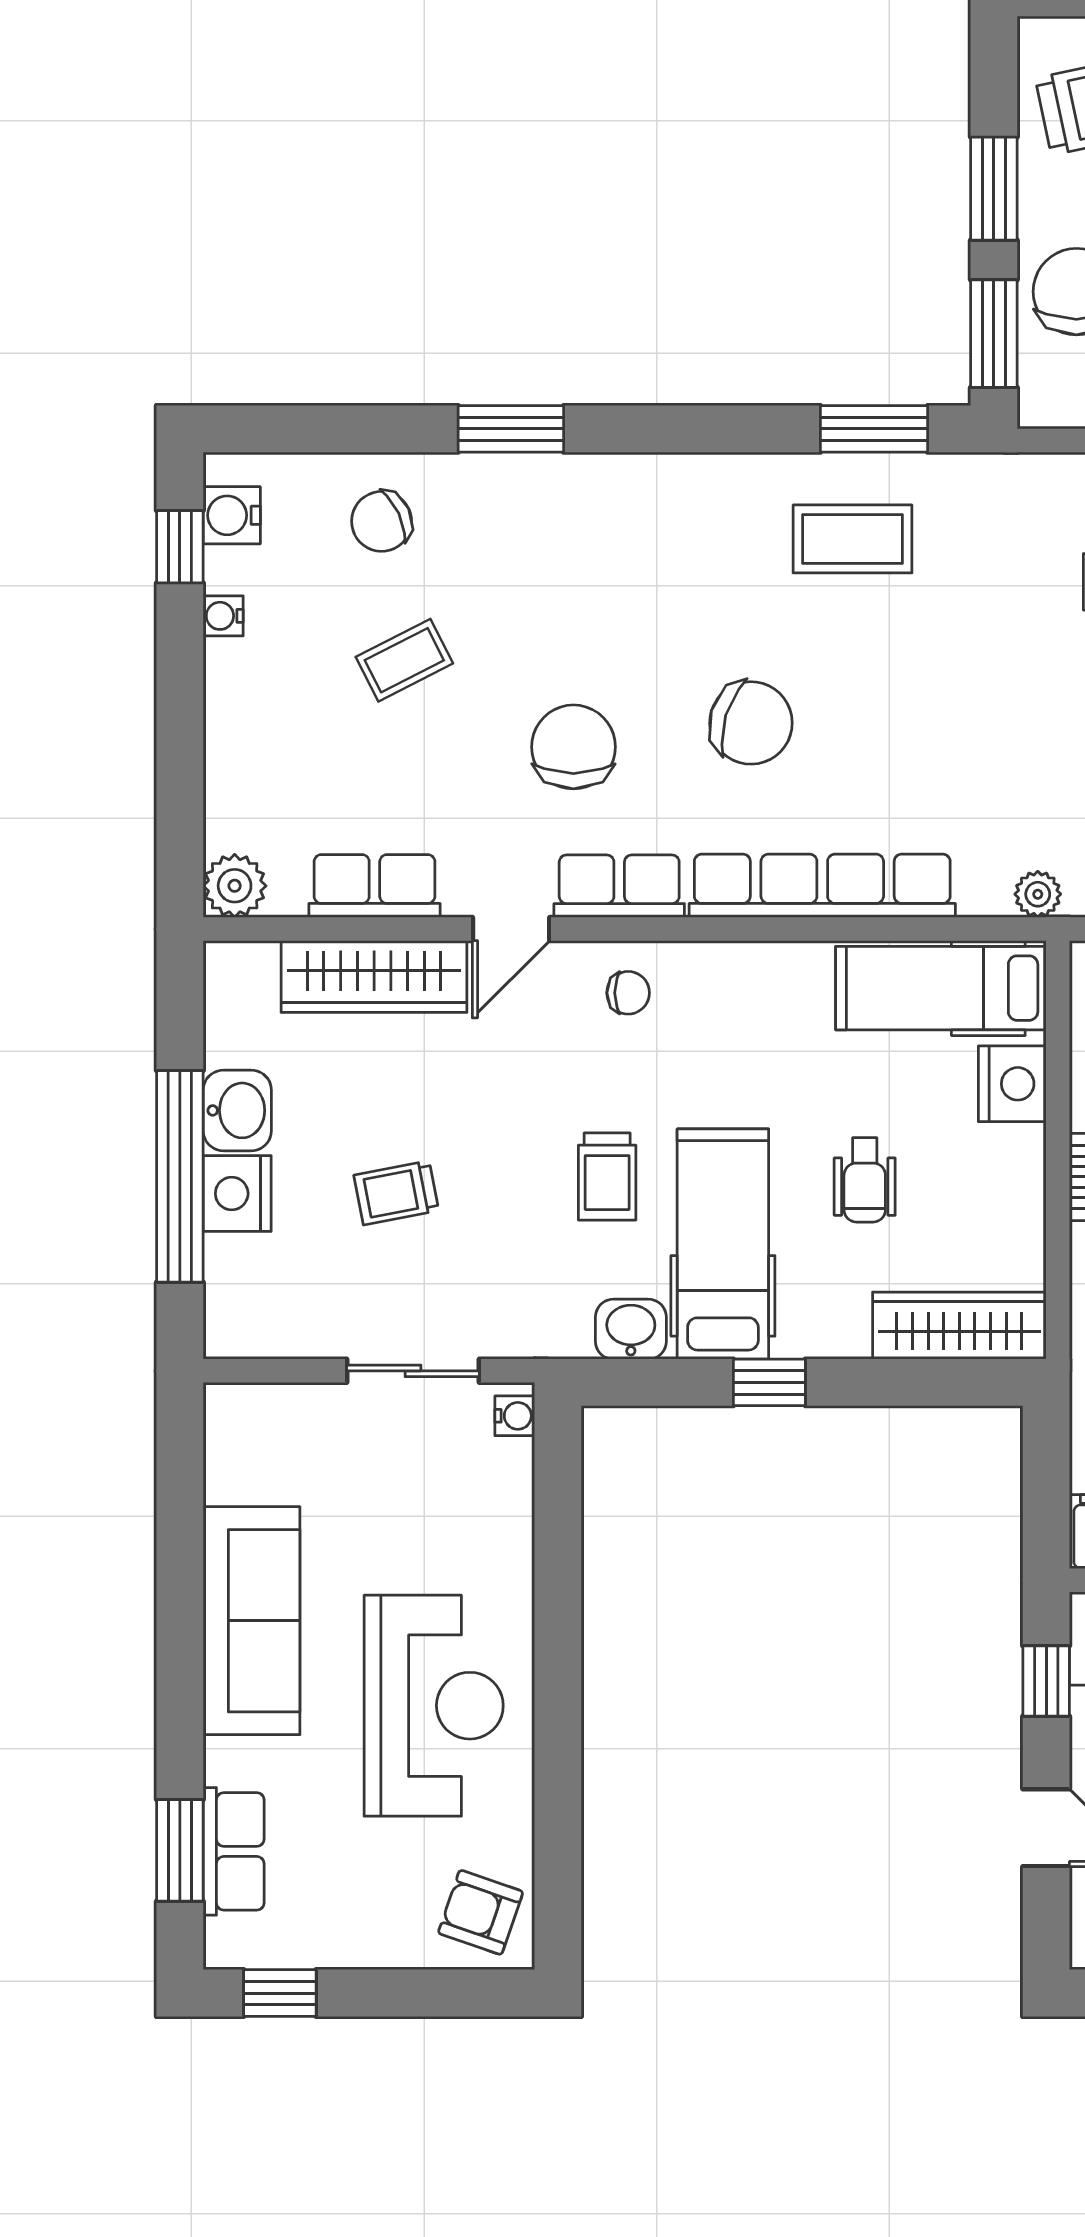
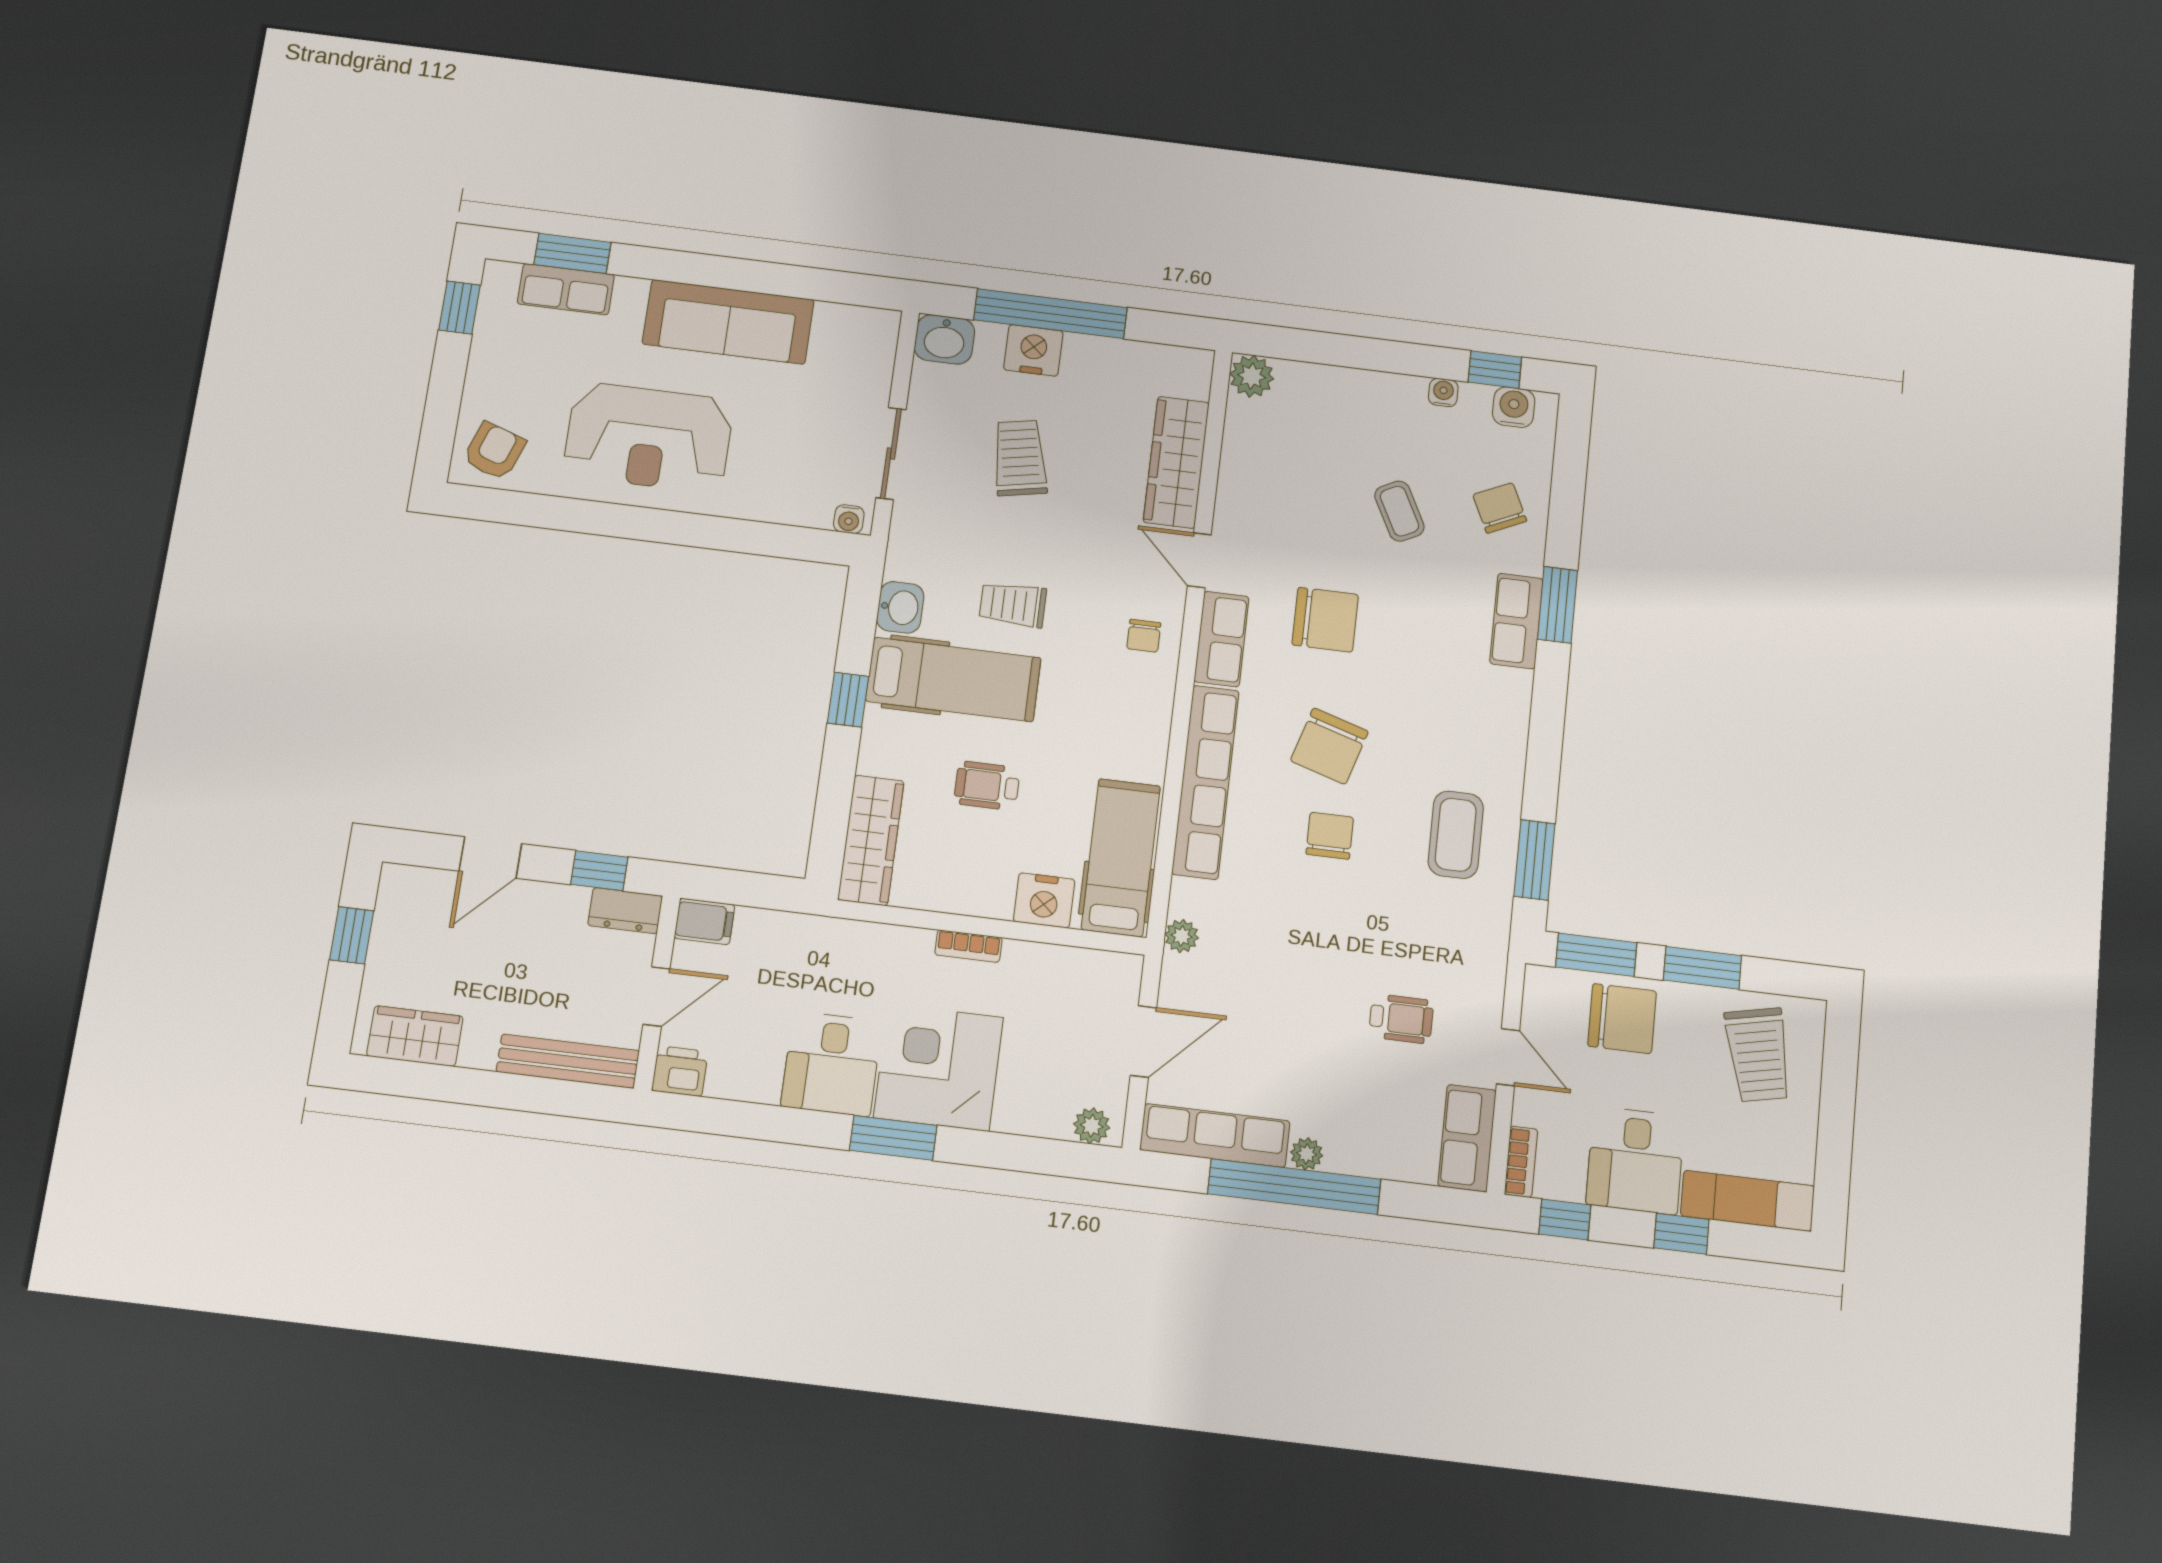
chair: (875, 710) -> (1330, 836), added
row of seats: (374, 886) -> (1516, 621), moved, turned 180
washbasin: (237, 1110) -> (944, 339), moved
trolley: (396, 1193) -> (1020, 458), width x1.36, depth x1.39

